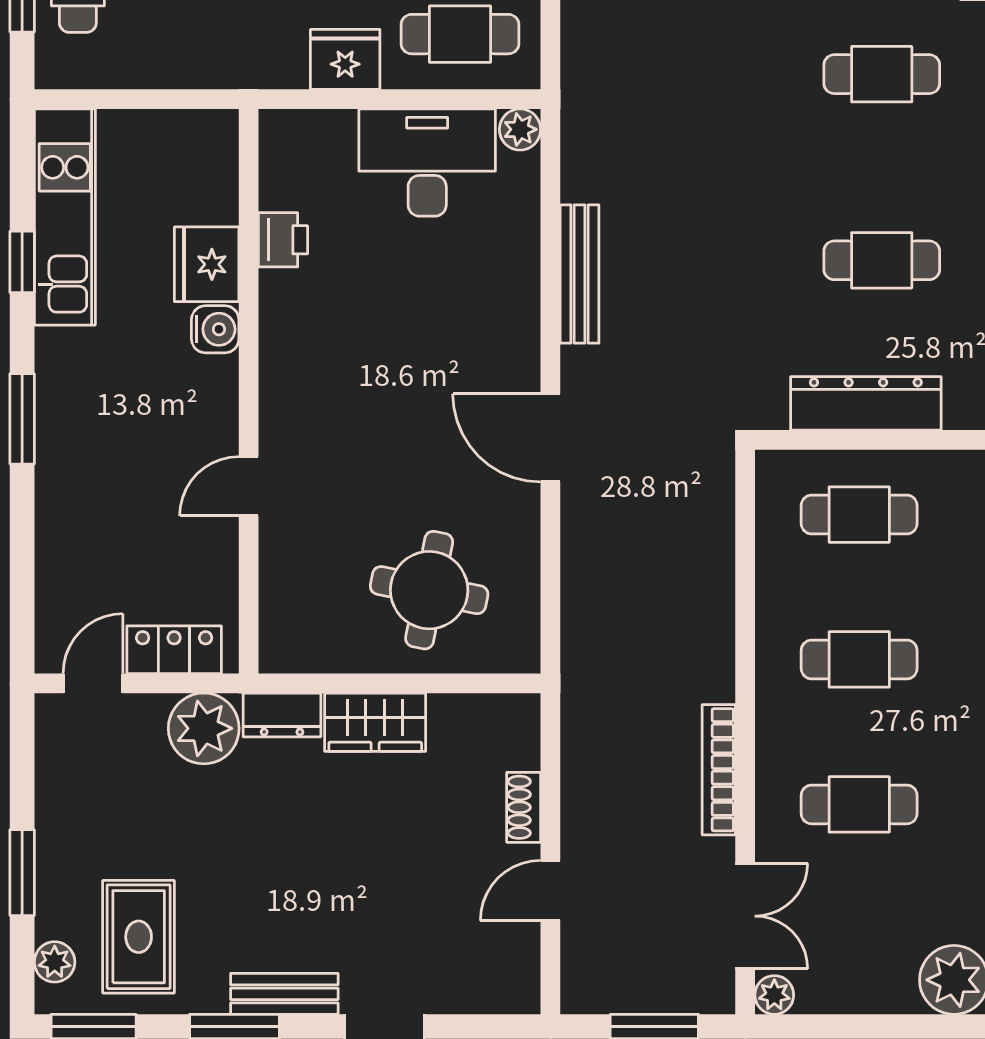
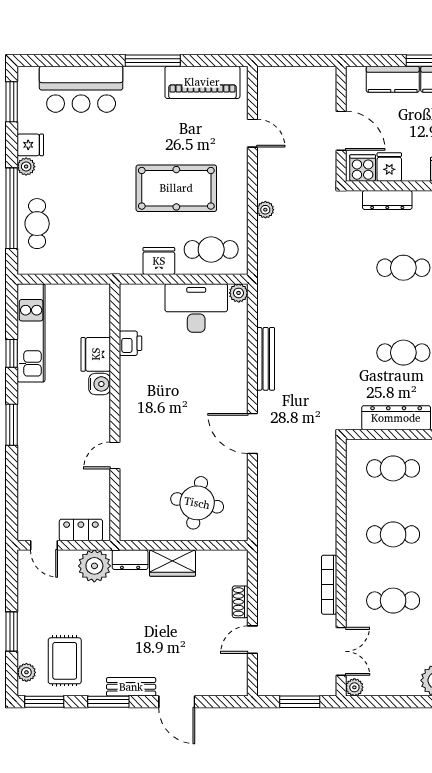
door: (93, 683) -> (44, 545), swing flipped

